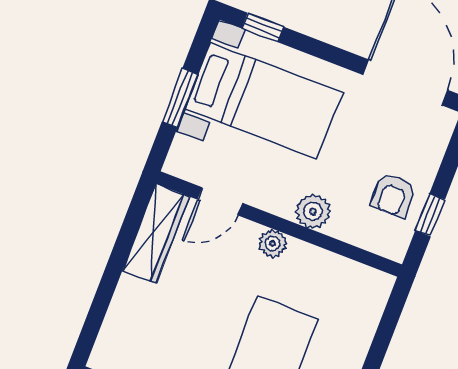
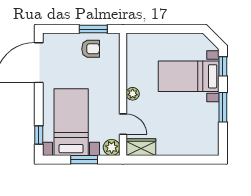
plant: (313, 211) -> (112, 147), moved
window: (430, 215) -> (93, 29), width x1.50
wardrobe: (156, 234) -> (141, 147), width x0.67

